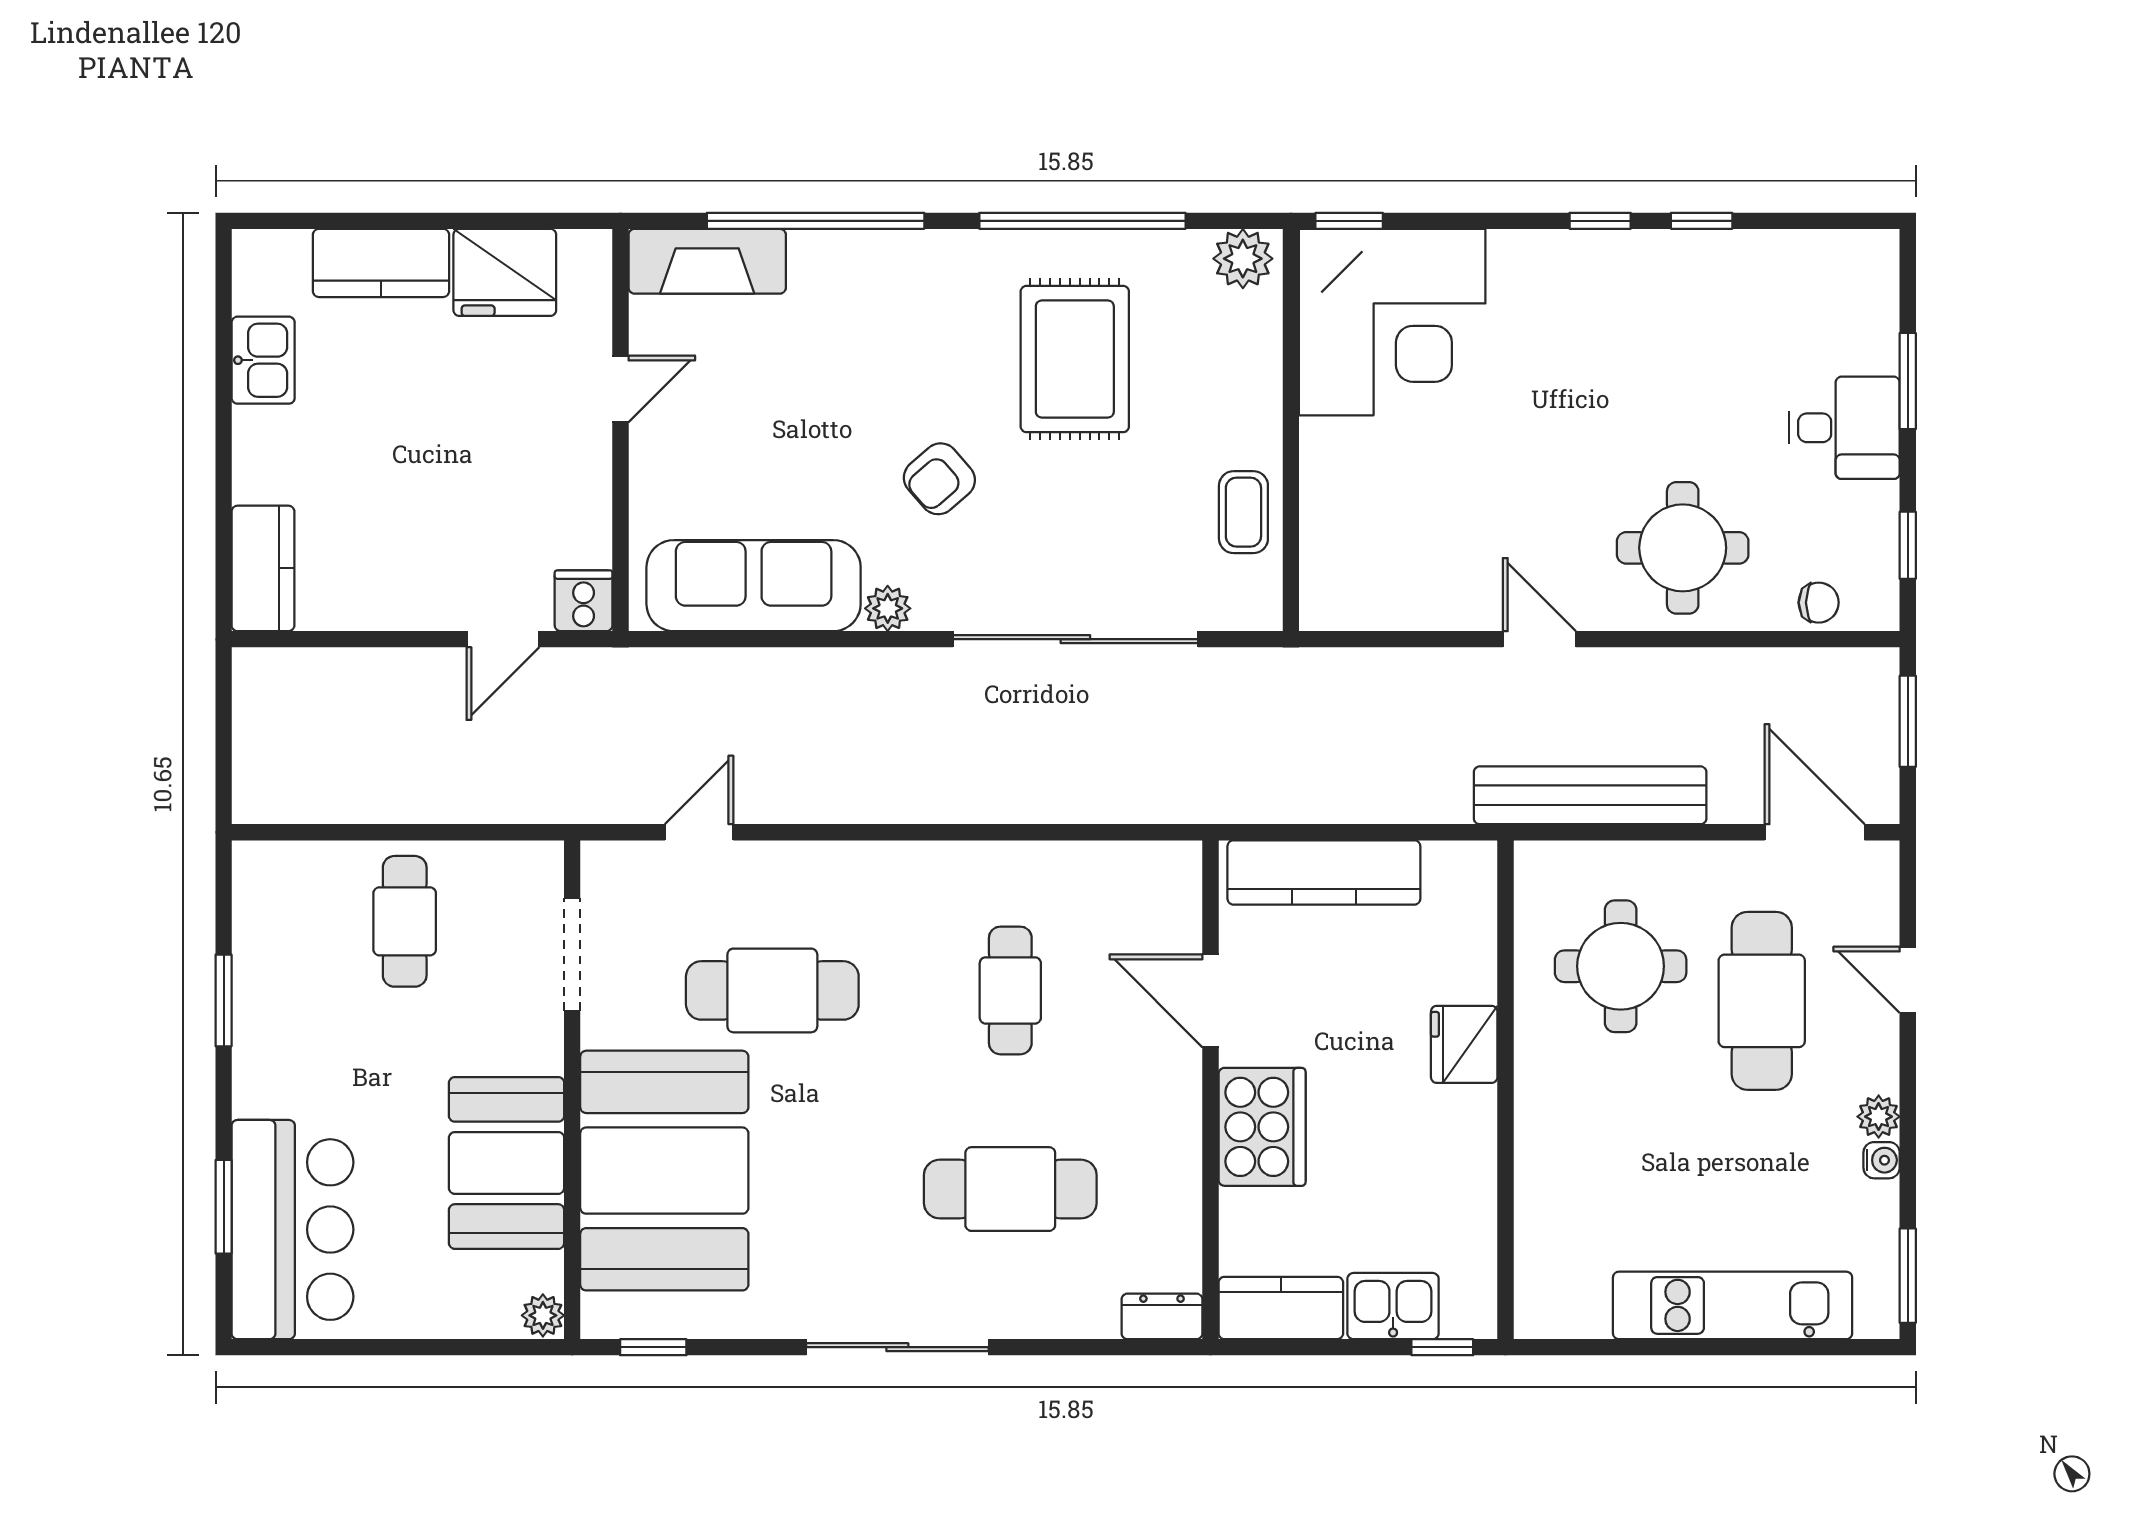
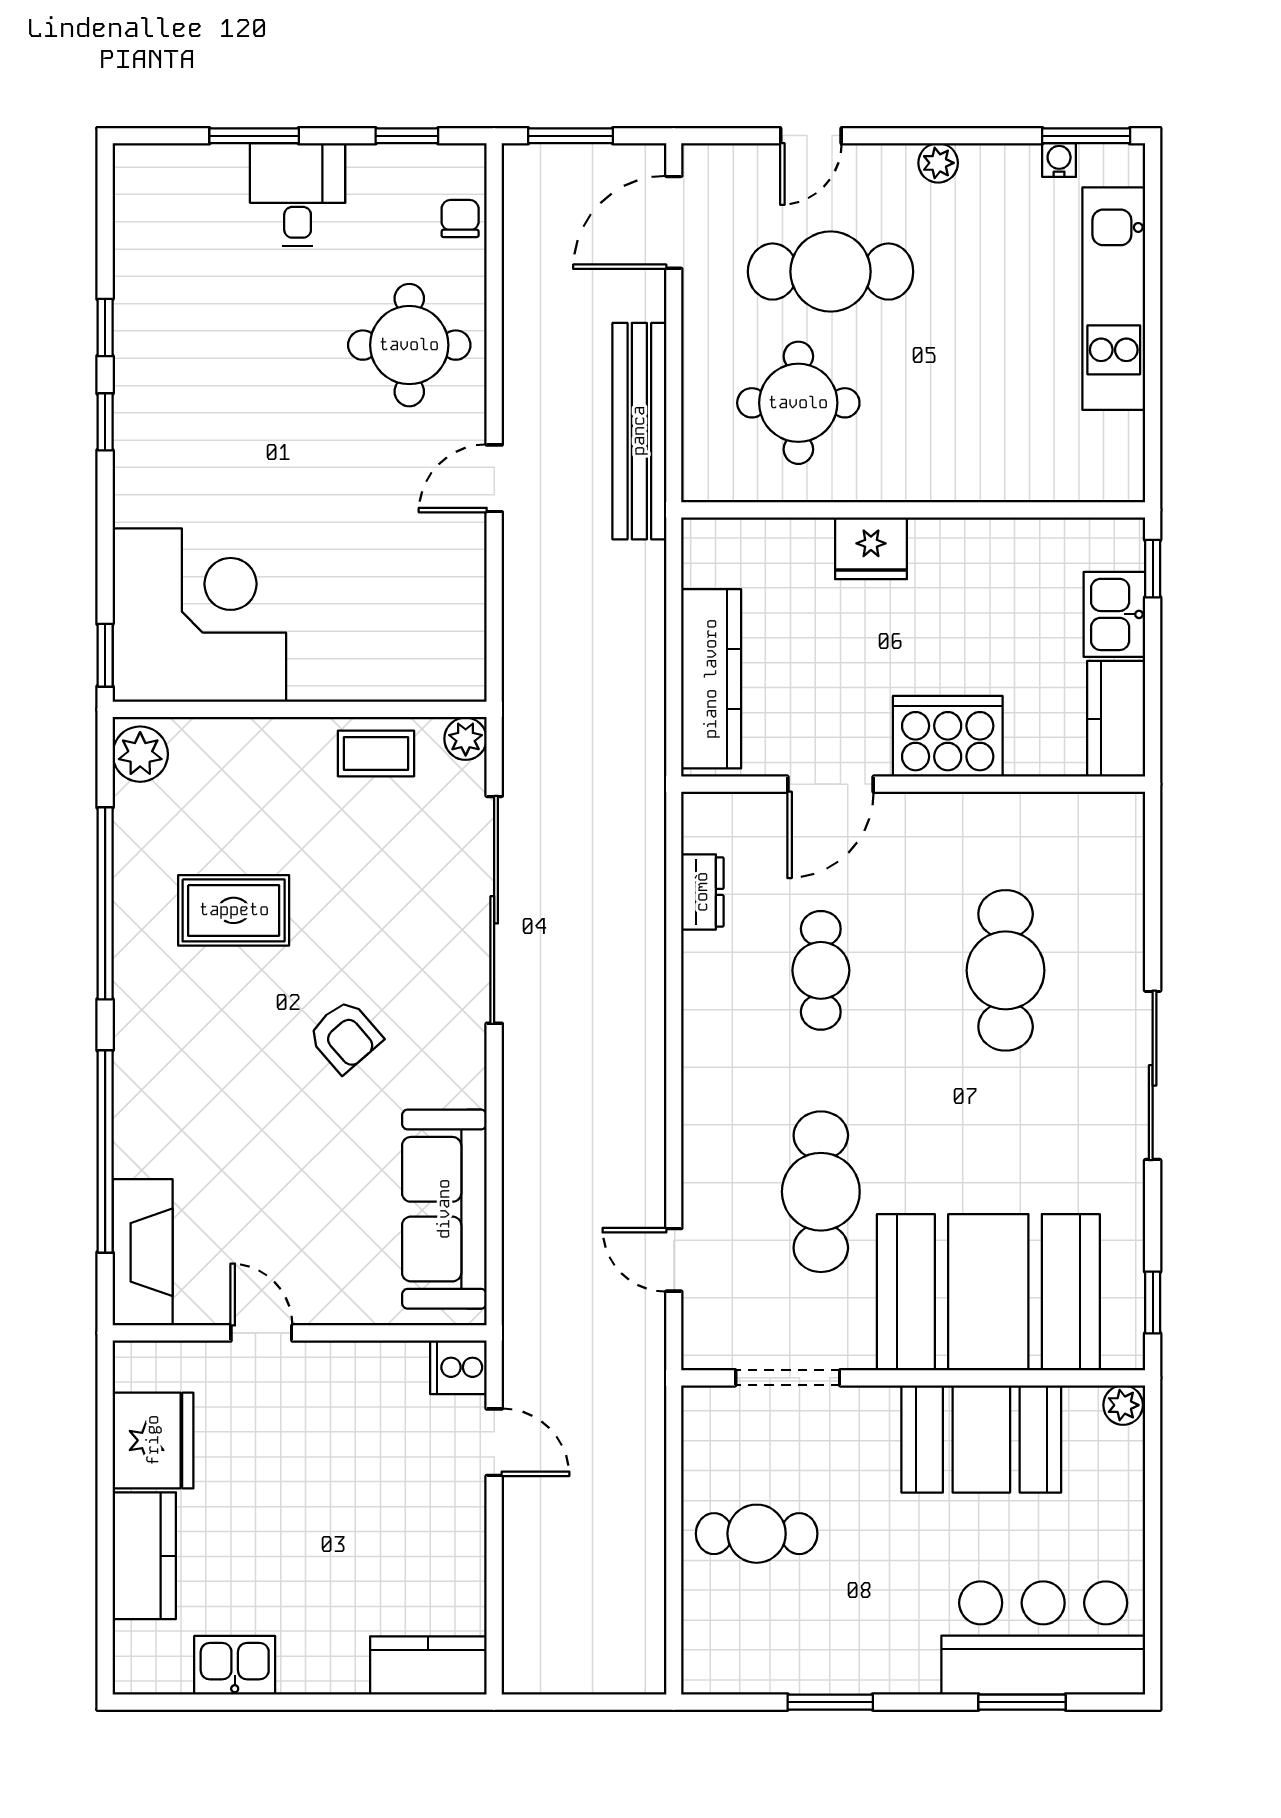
rug: (1075, 359) -> (234, 910), width x0.73, depth x0.70
plant: (888, 608) -> (466, 739), moved
cafe table: (1010, 990) -> (821, 970), turned 90
water cooler: (1882, 1160) -> (1059, 160), moved
dresser: (1162, 1316) -> (702, 892), moved, turned 180

